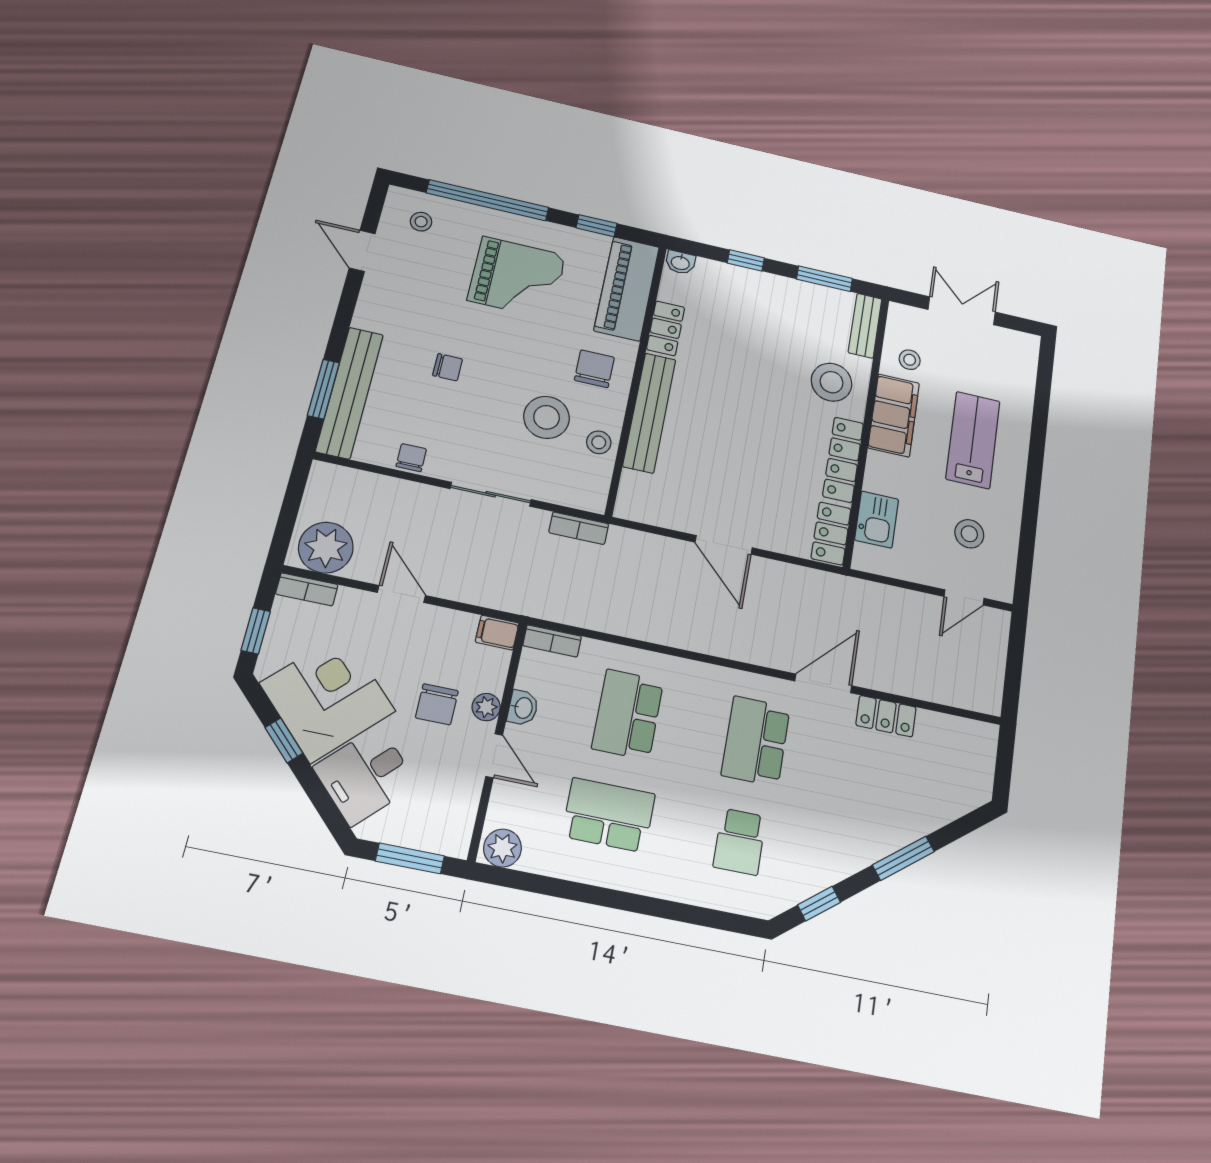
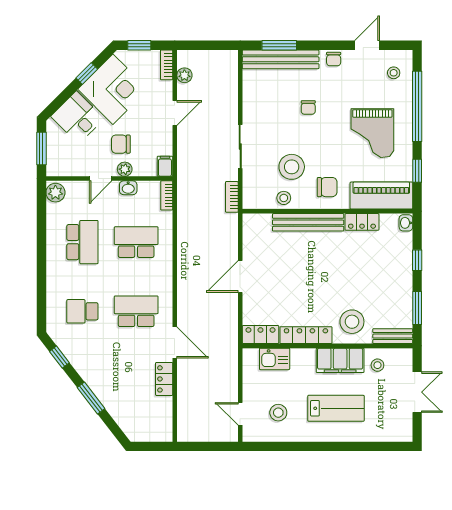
chair: (411, 458) -> (334, 59), moved, turned 90
plant: (326, 548) -> (184, 75), width x0.53, depth x0.53

